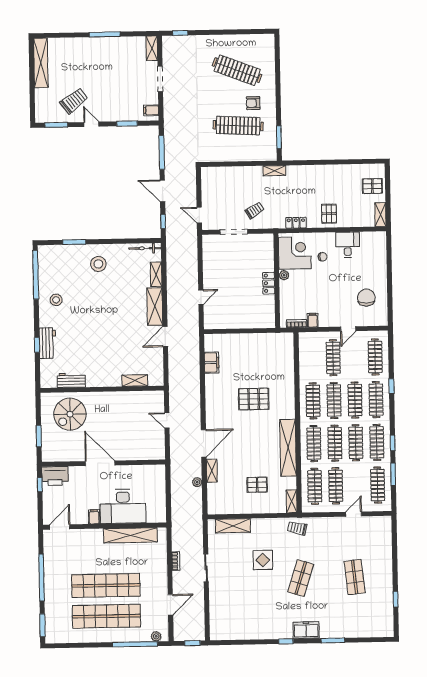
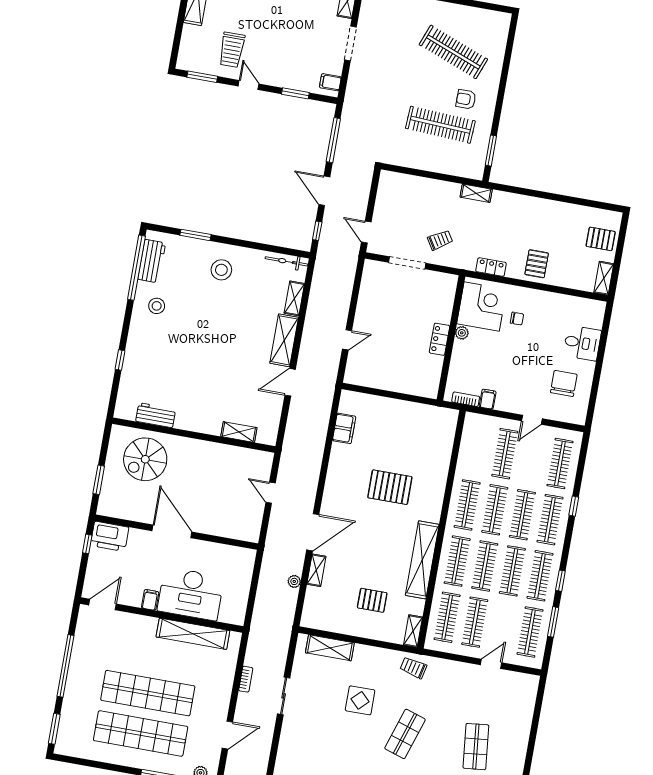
trolley: (74, 101) -> (232, 50), turned 127
desk: (348, 245) -> (582, 343), moved, turned 90
workbench: (47, 343) -> (152, 261), moved

